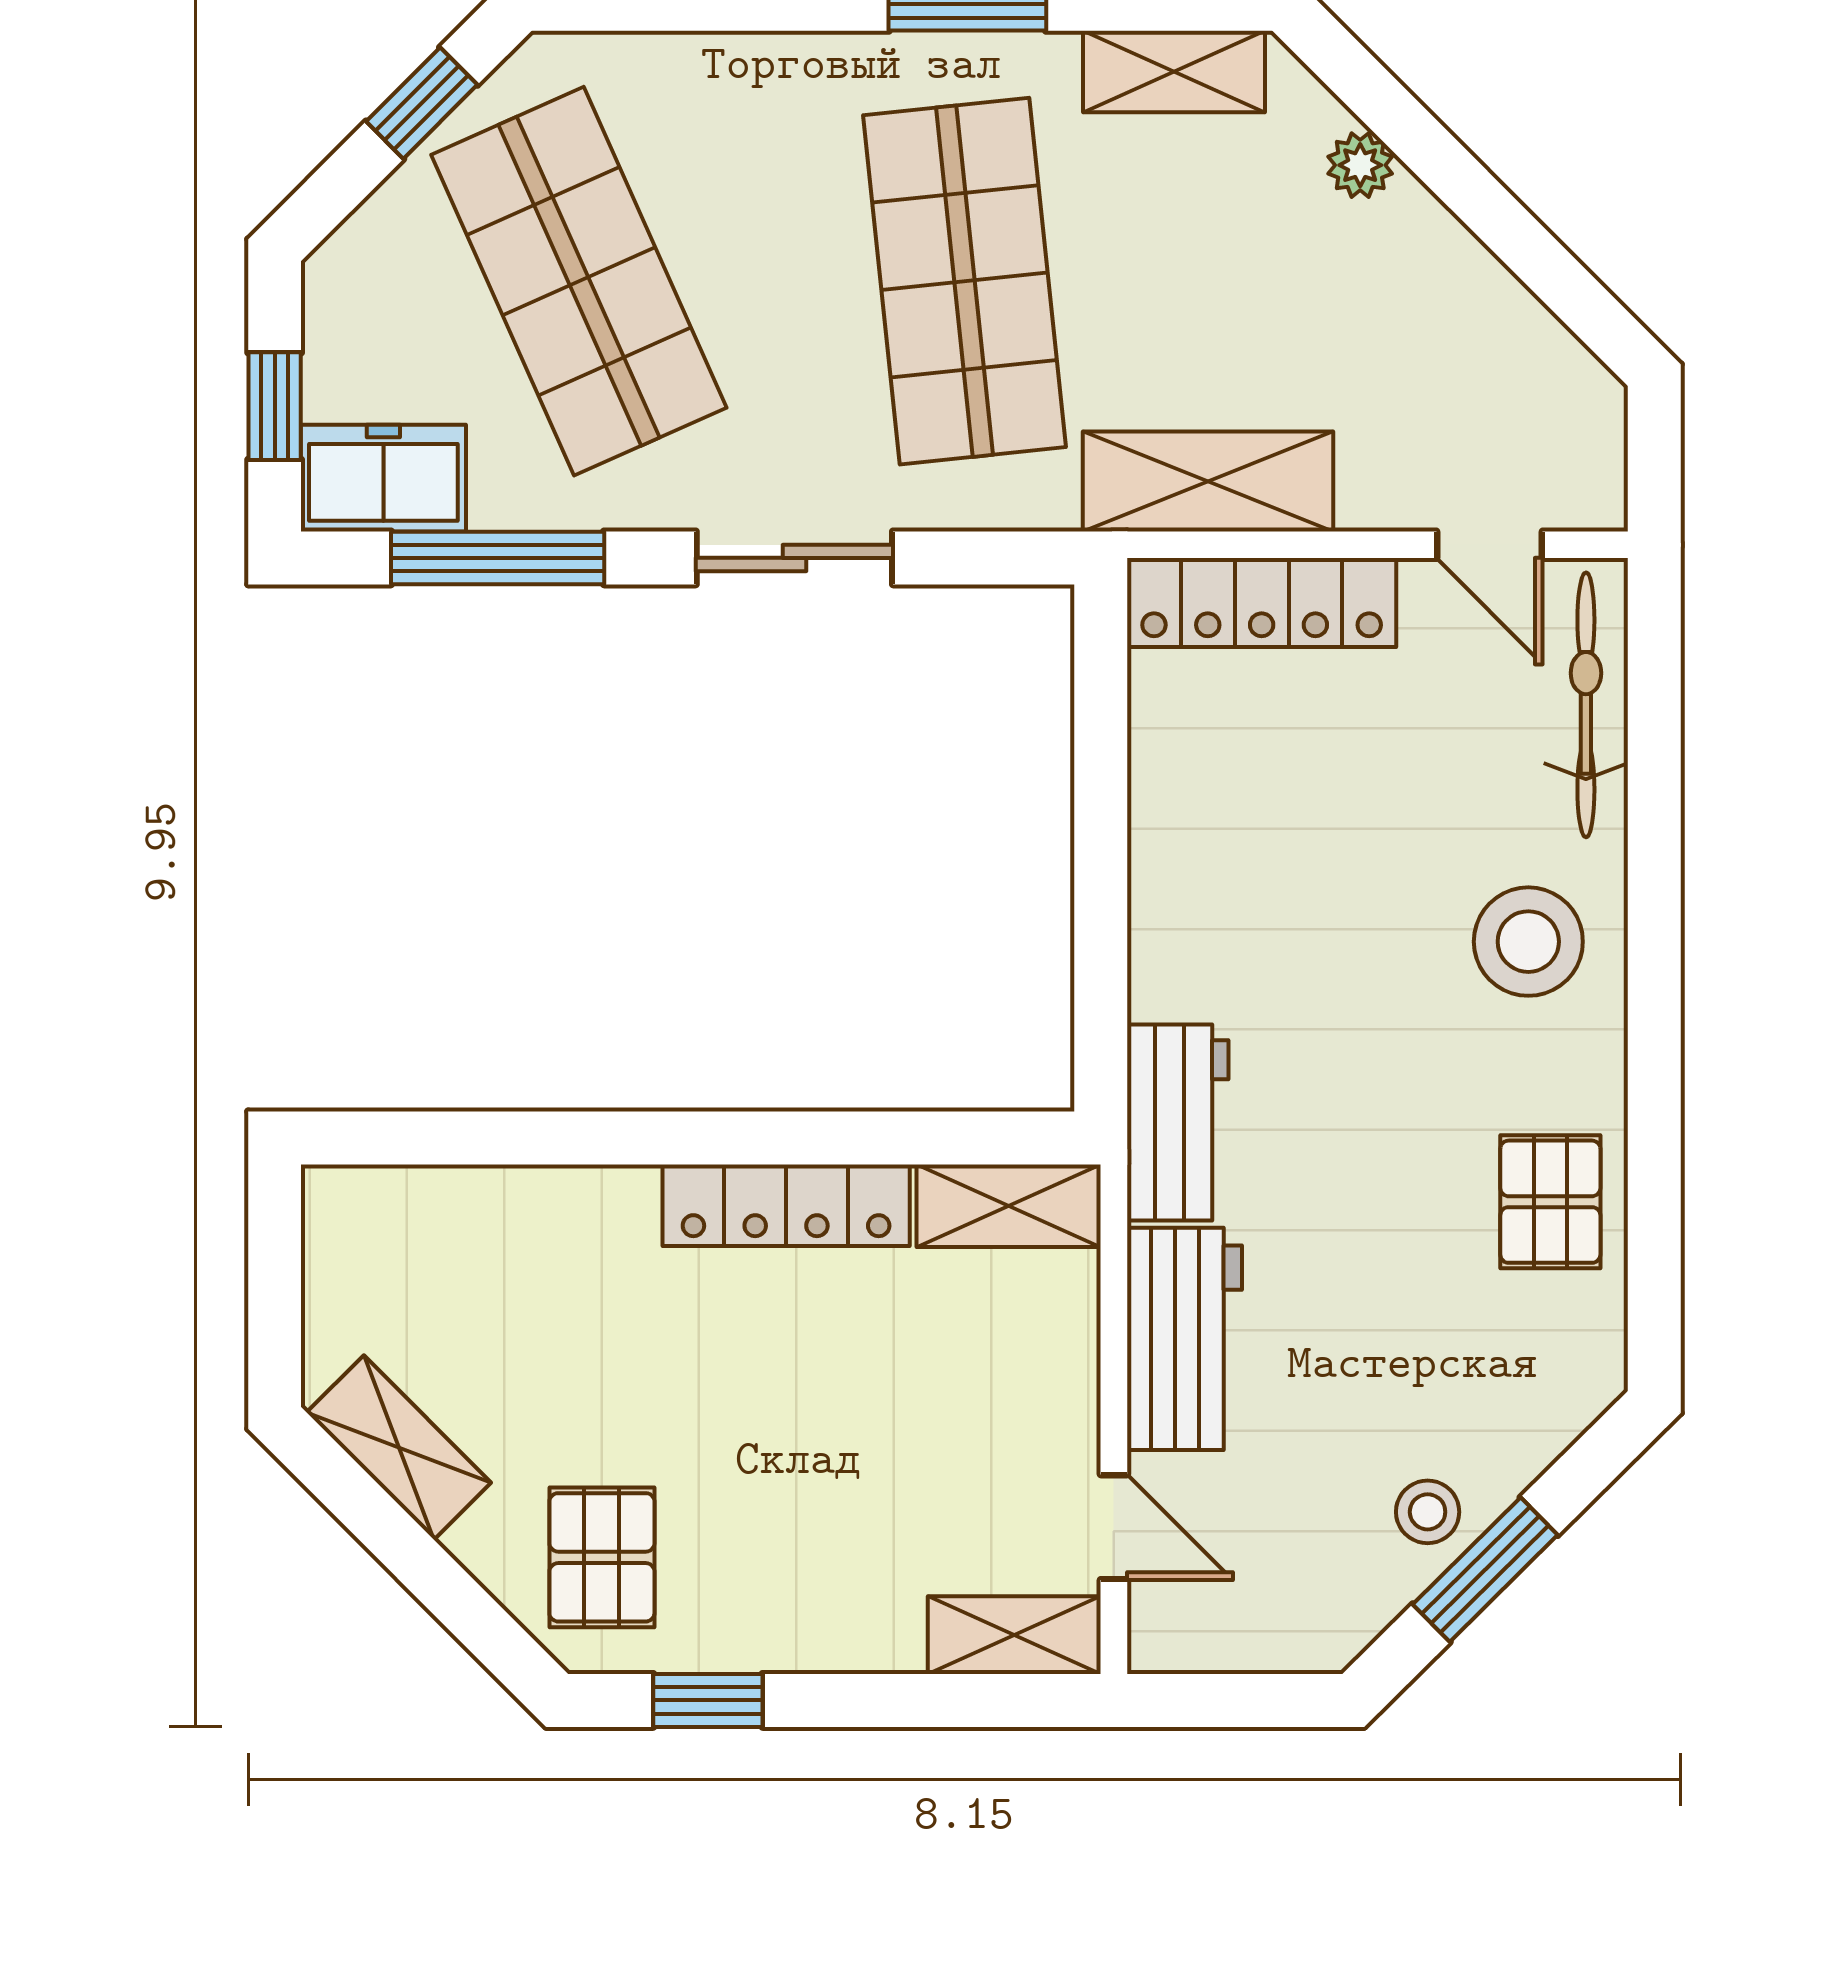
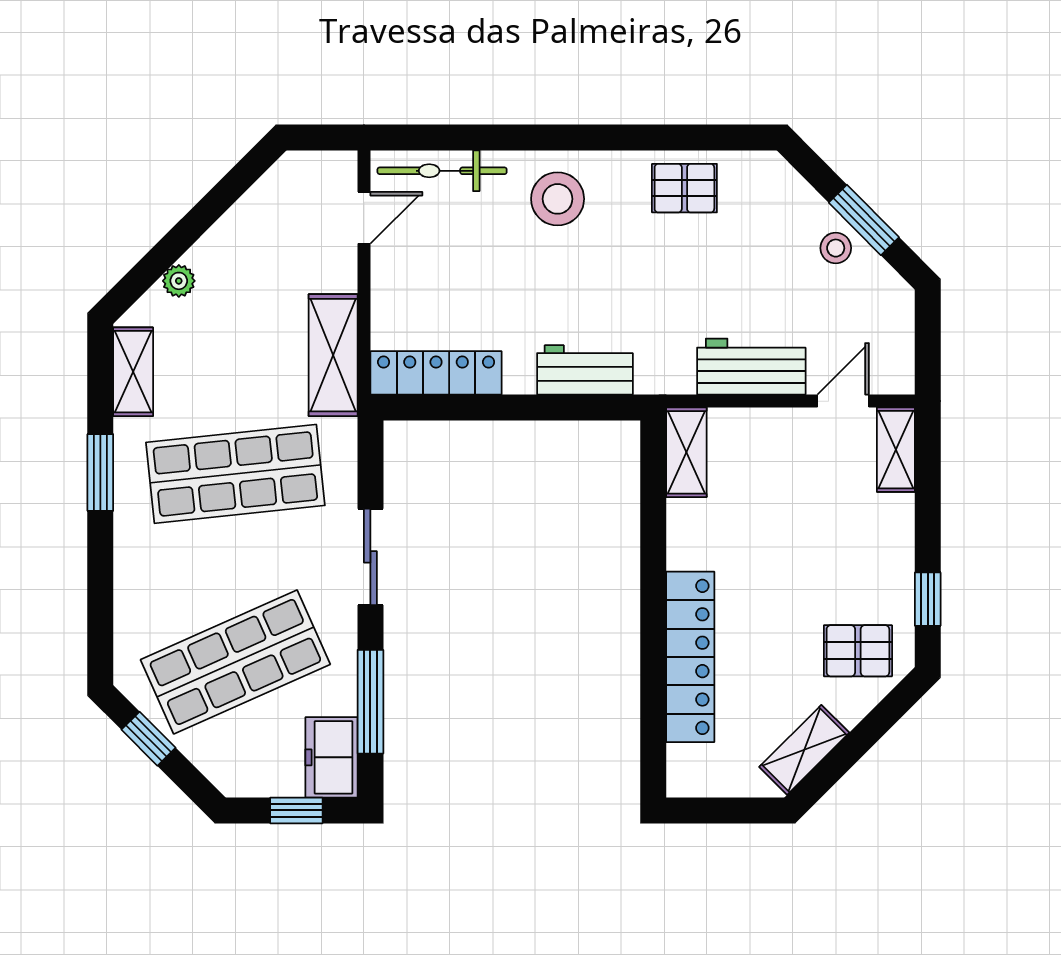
locker: (1262, 603) -> (436, 373), moved, turned -90
workbench: (1178, 1123) -> (585, 370), moved
locker: (786, 1205) -> (690, 657), moved, width x1.41, depth x1.21

